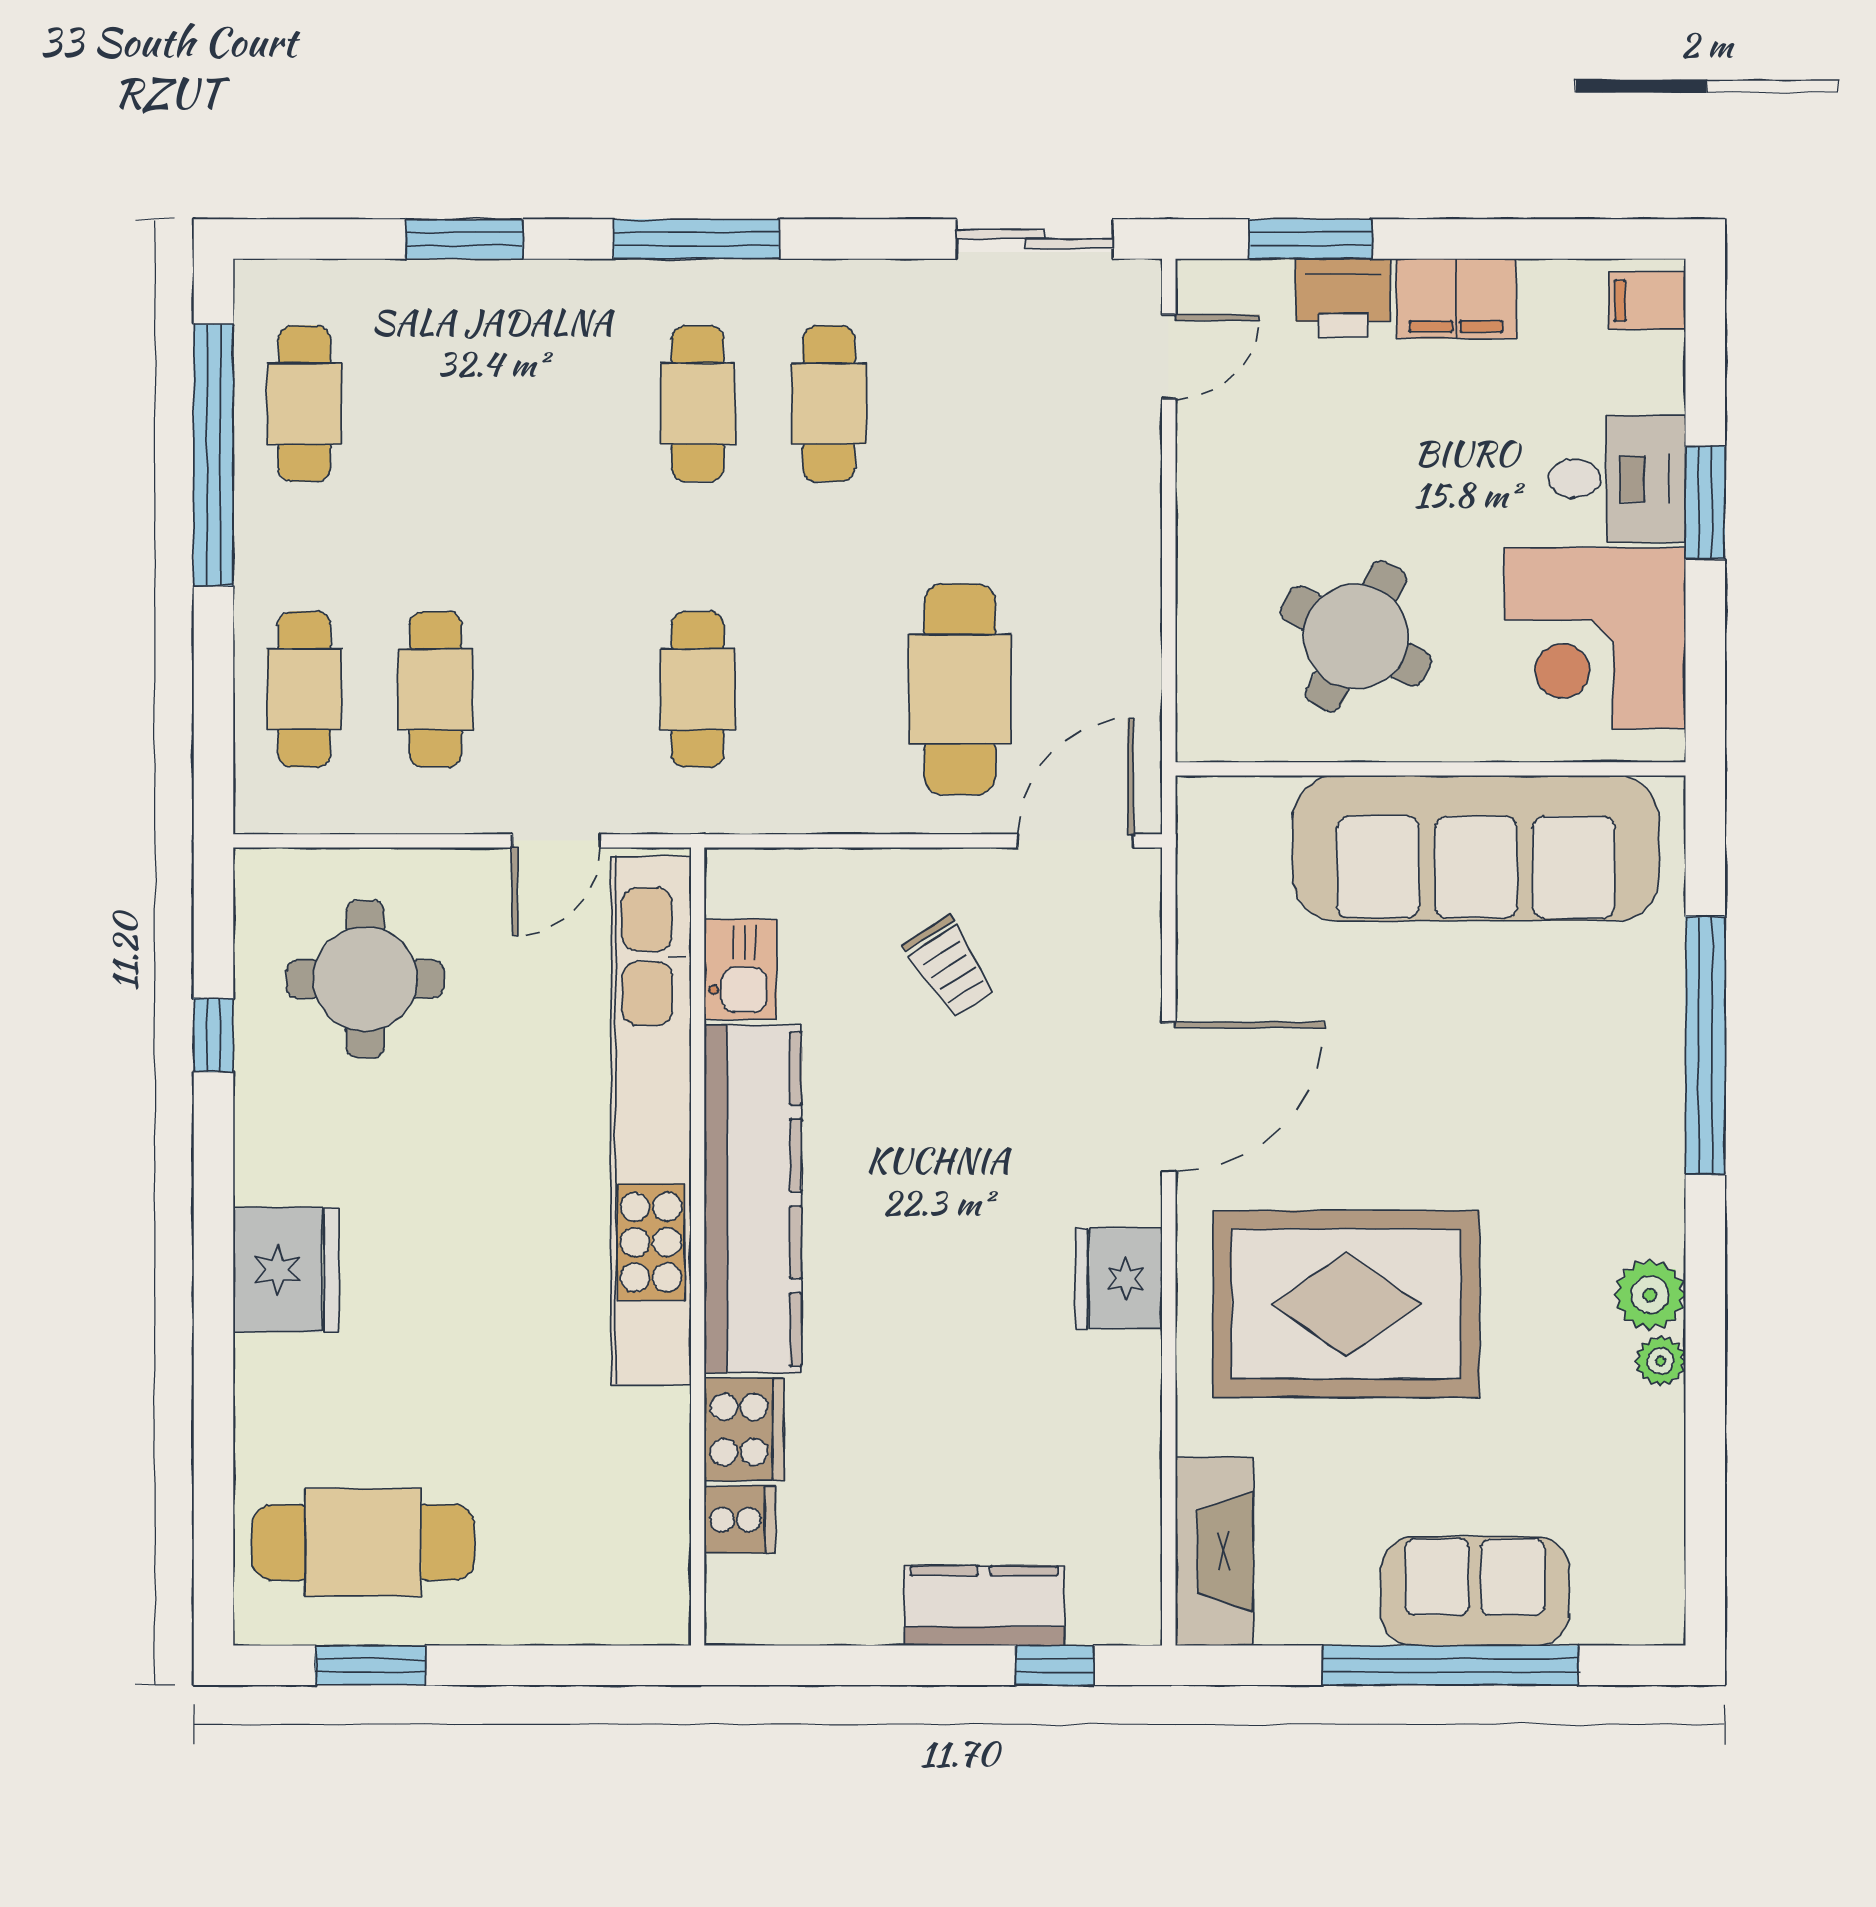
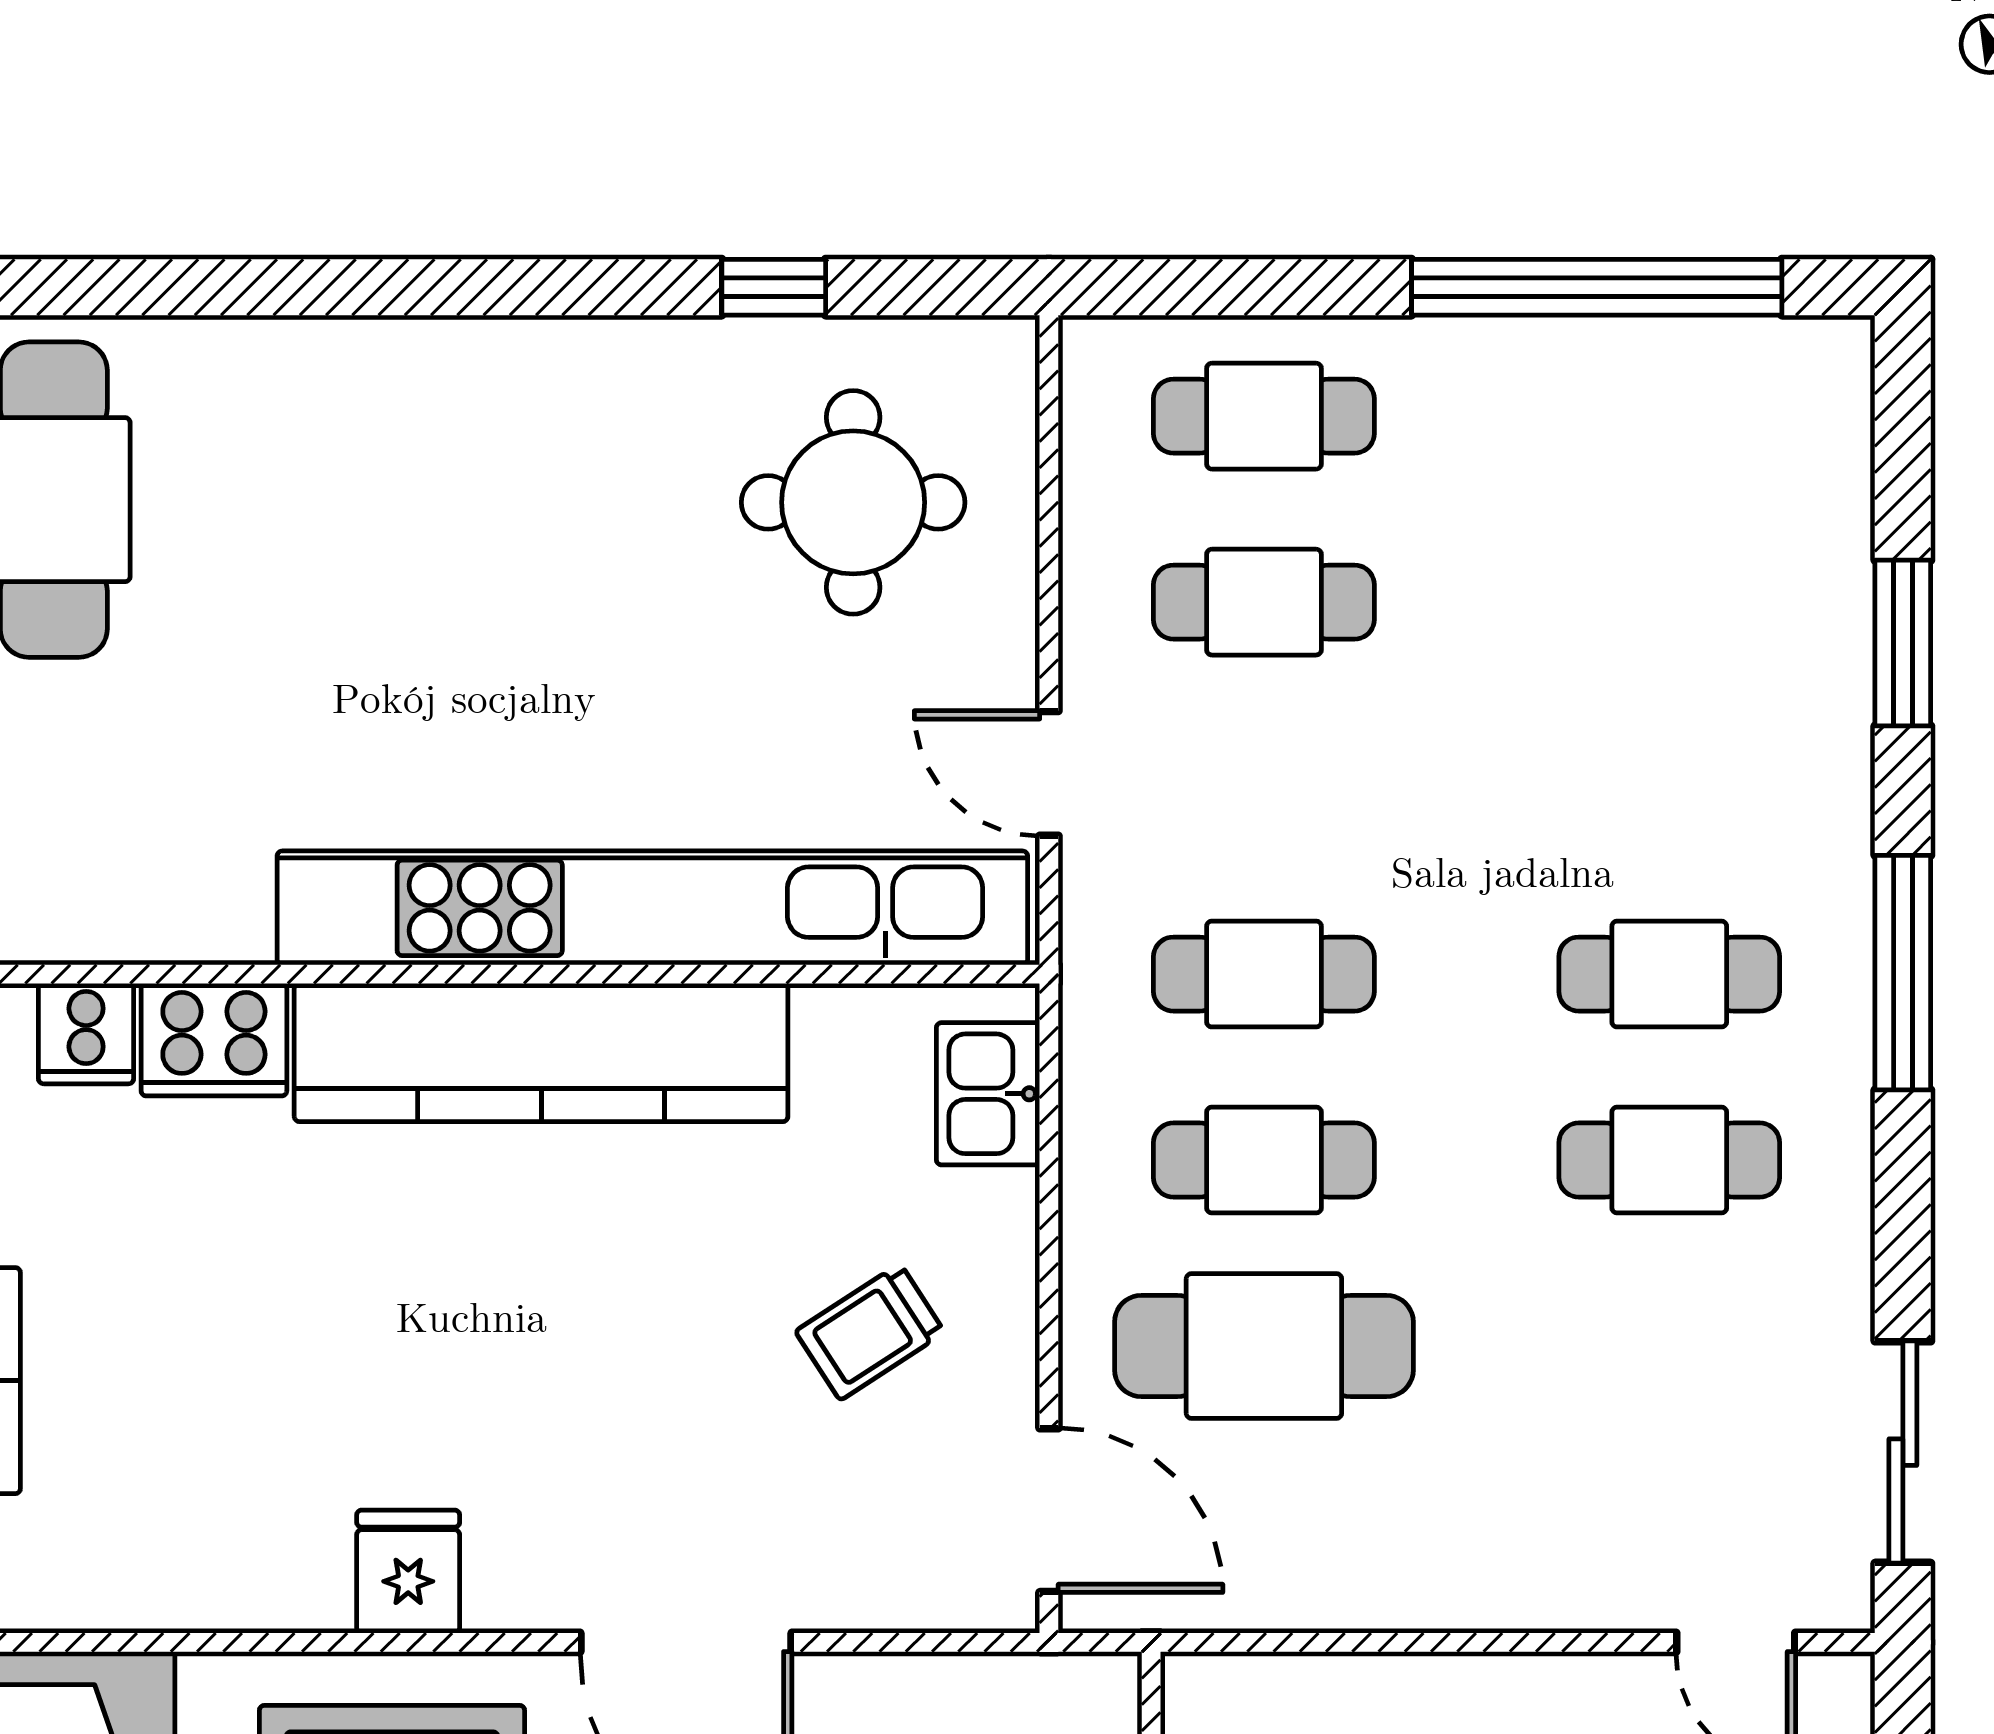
cafe table: (304, 404) -> (1264, 1160), moved
kitchen sink: (741, 969) -> (988, 1094), moved, turned 90
fridge: (286, 1270) -> (441, 390), removed
fridge: (1119, 1279) -> (408, 1572), width x0.72

